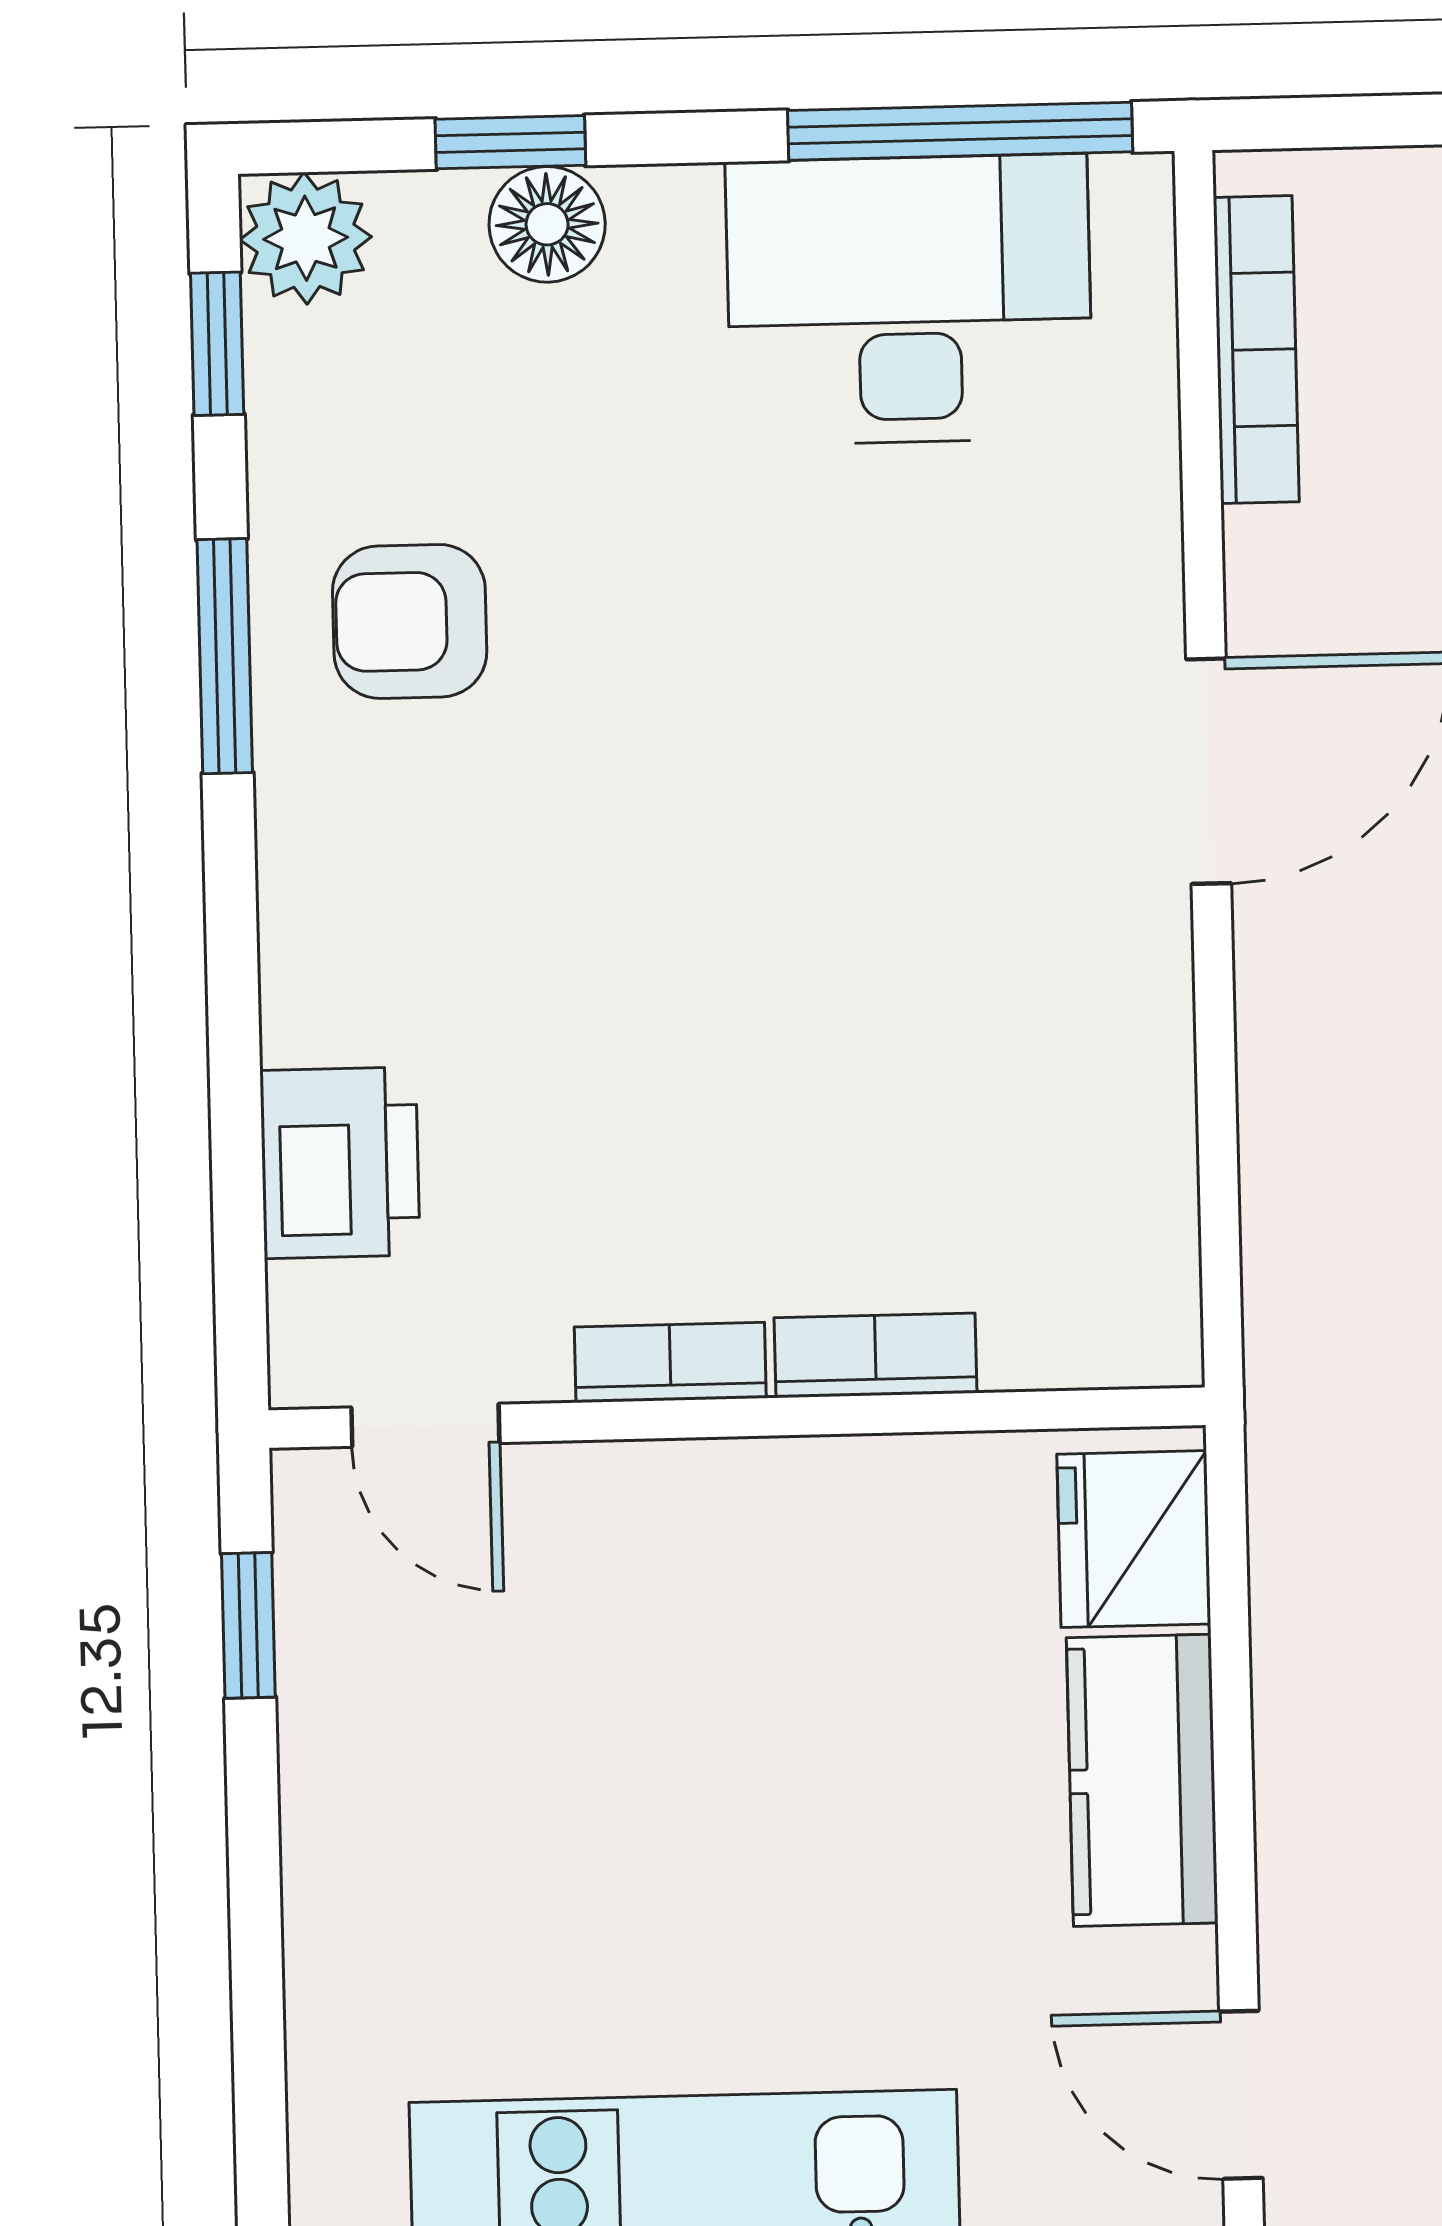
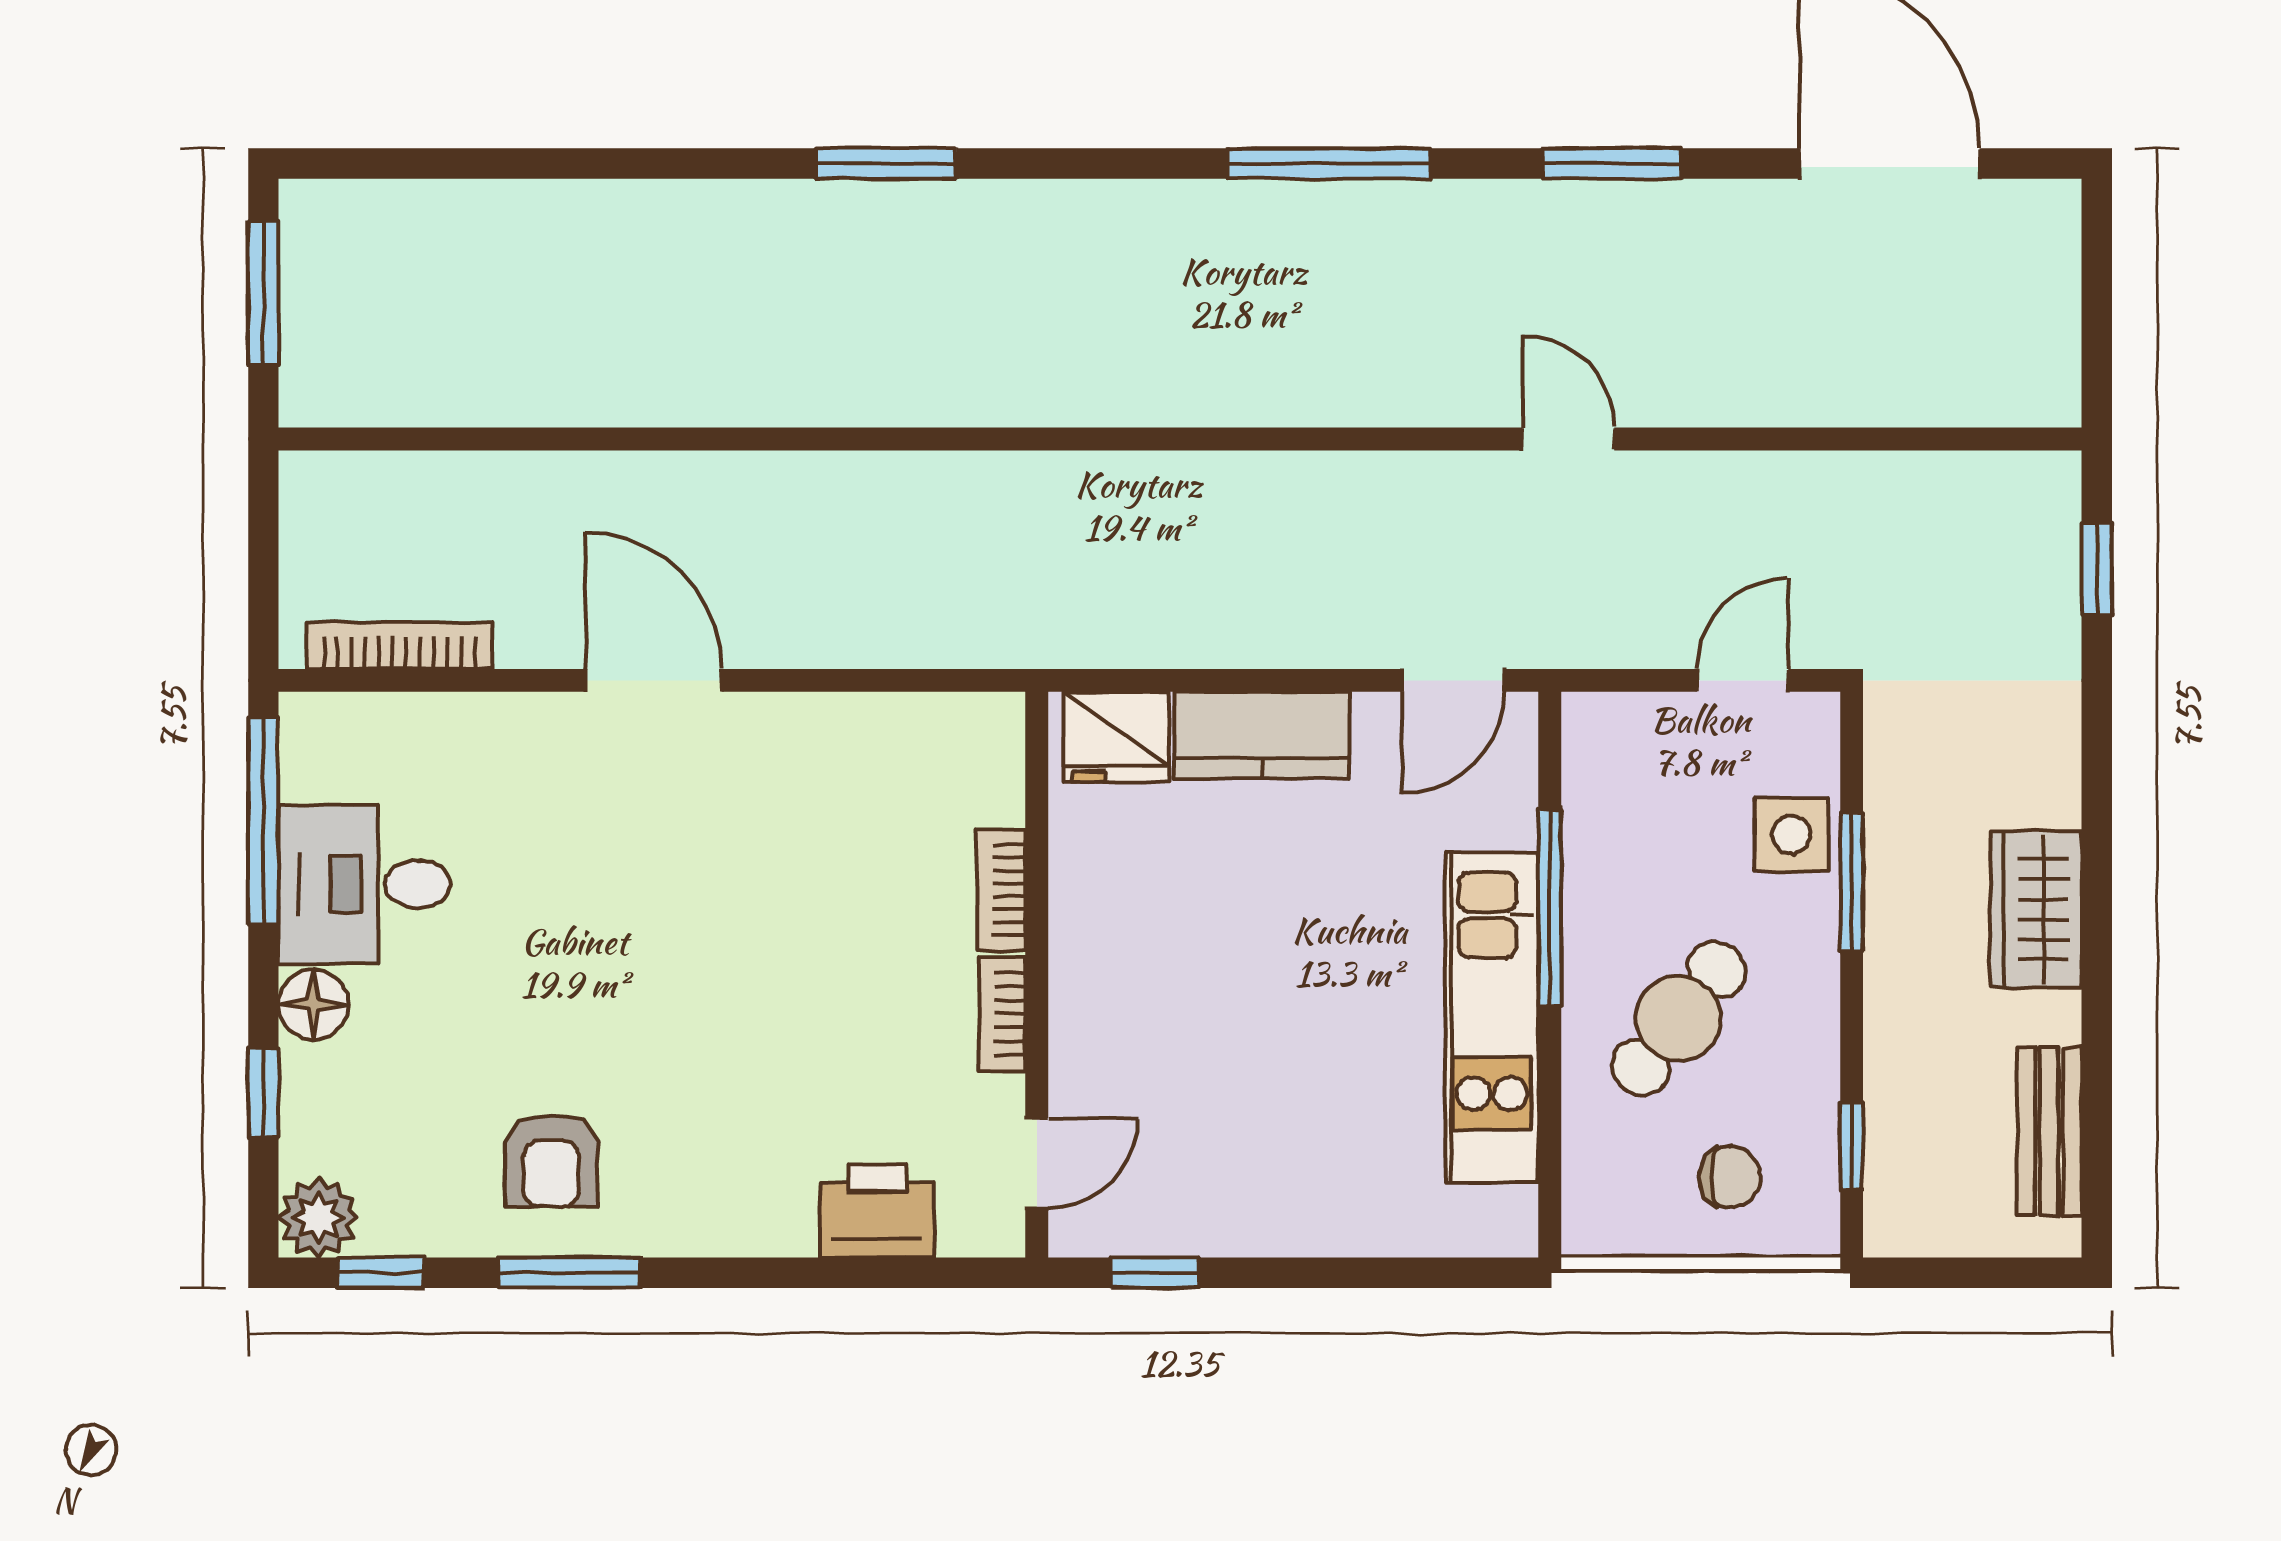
floor lamp: (547, 224) -> (313, 1005), moved
desk: (909, 300) -> (364, 884), width x0.73

